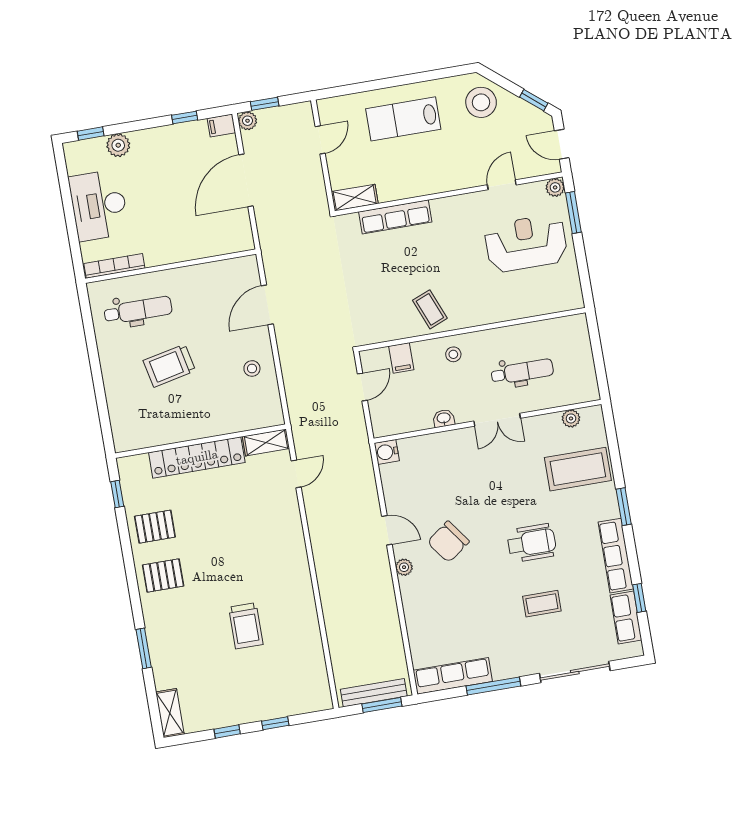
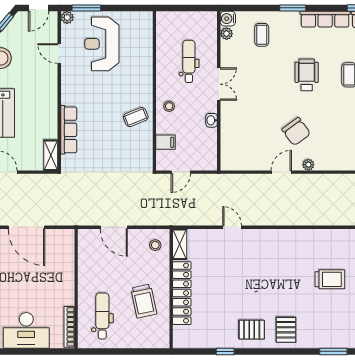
door: (362, 387) -> (181, 172), swing flipped
wall: (201, 441) -> (171, 289), moved
shelving: (266, 442) -> (180, 244), moved
water cooler: (387, 452) -> (228, 19), moved, turned 90
locker: (197, 457) -> (182, 293), moved
coffee table: (578, 469) -> (262, 35), width x0.54, depth x0.58
pallet: (155, 527) -> (252, 330), turned 90

